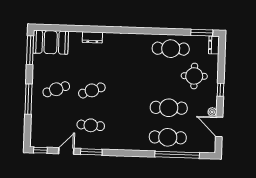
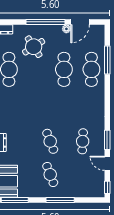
round table: (194, 76) -> (34, 47), turned -33
window: (220, 90) -> (46, 22), width x3.17
window: (177, 155) -> (107, 60), width x0.68

